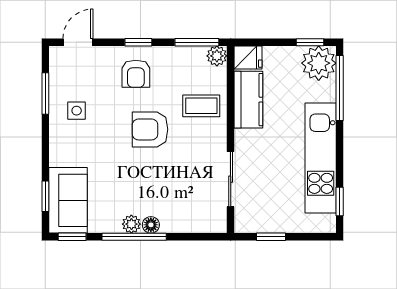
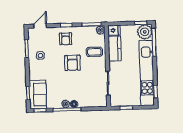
armchair: (150, 129) -> (72, 63), turned -90
kitchen unit: (321, 158) -> (147, 73), width x1.36

